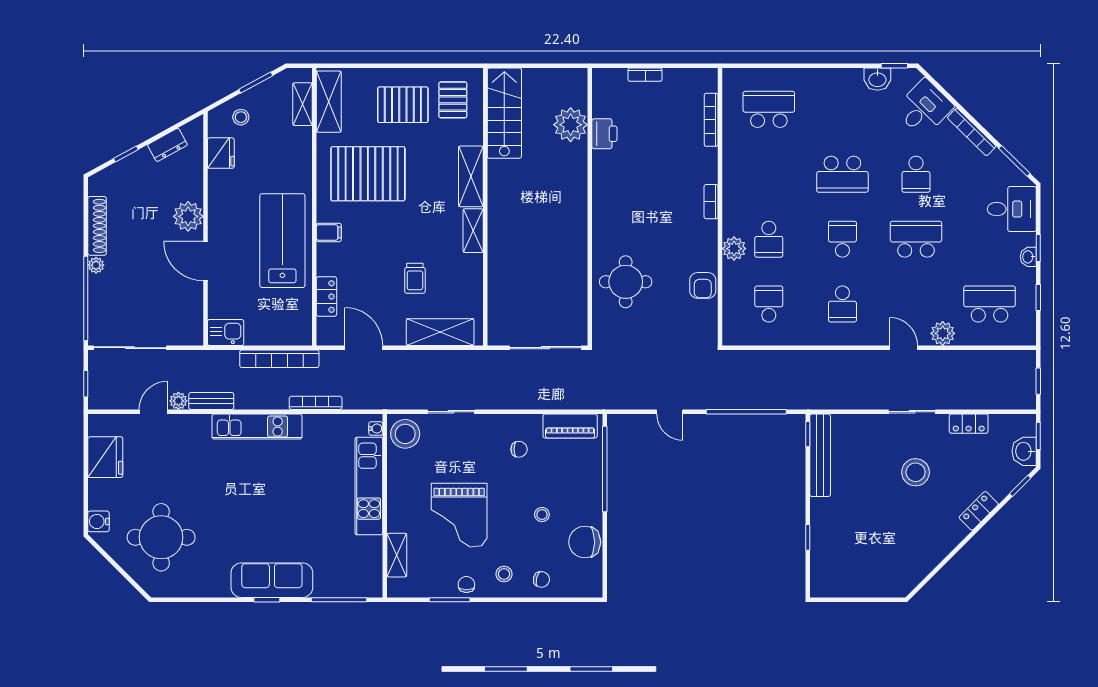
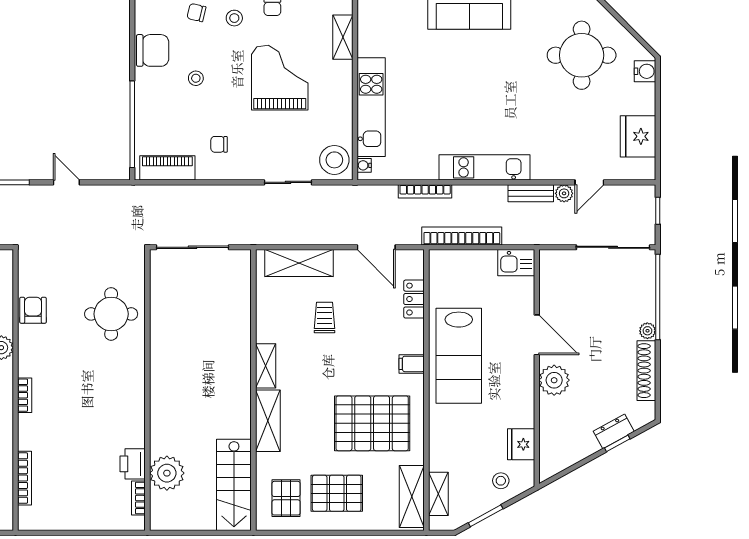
bookcase: (645, 75) -> (138, 498), moved, turned -90
dresser: (167, 145) -> (614, 431), moved

